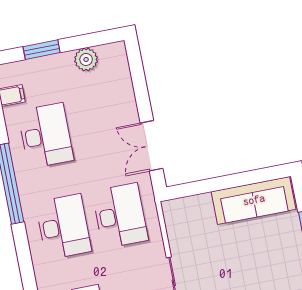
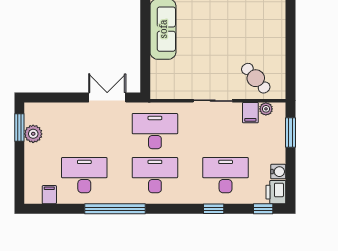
window: (42, 50) -> (19, 128), moved
double door: (151, 146) -> (107, 97), swing flipped

